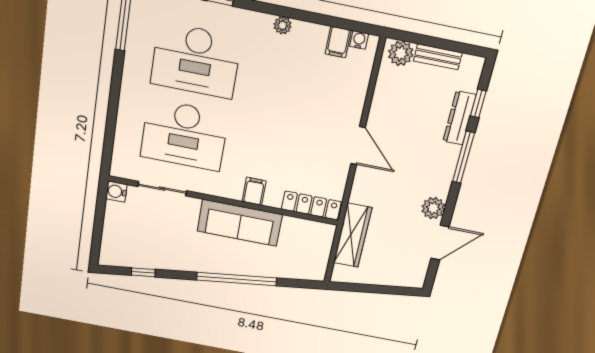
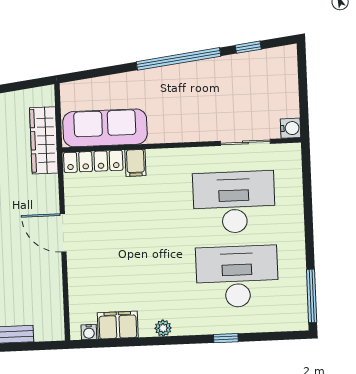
filing cabinet: (338, 42) -> (118, 325), width x2.00
plant: (401, 53) -> (47, 329), removed
filing cabinet: (254, 191) -> (135, 163), moved
sofa: (240, 223) -> (105, 128), moved
window: (237, 279) -> (178, 59), moved

